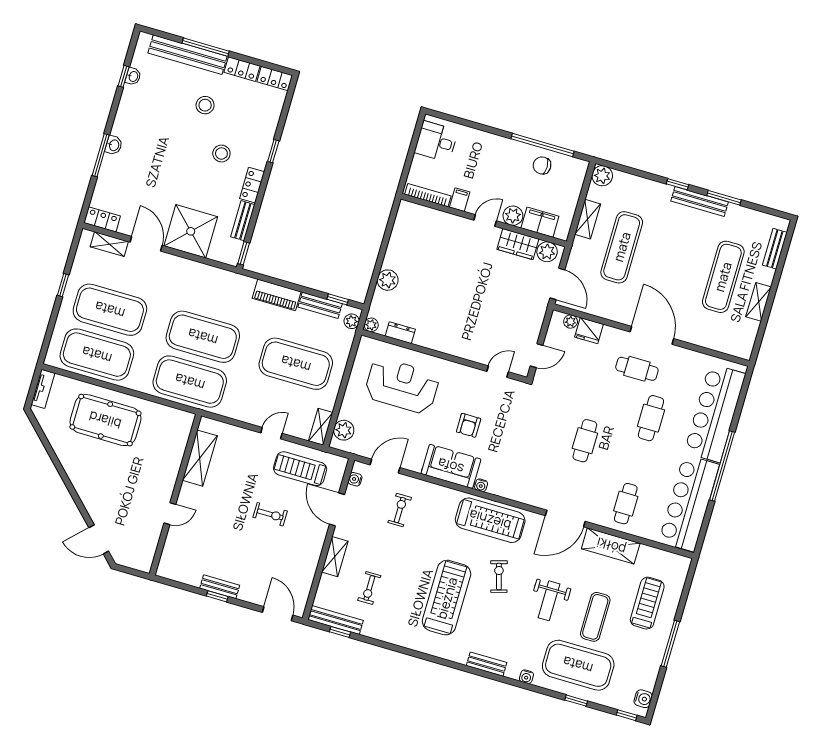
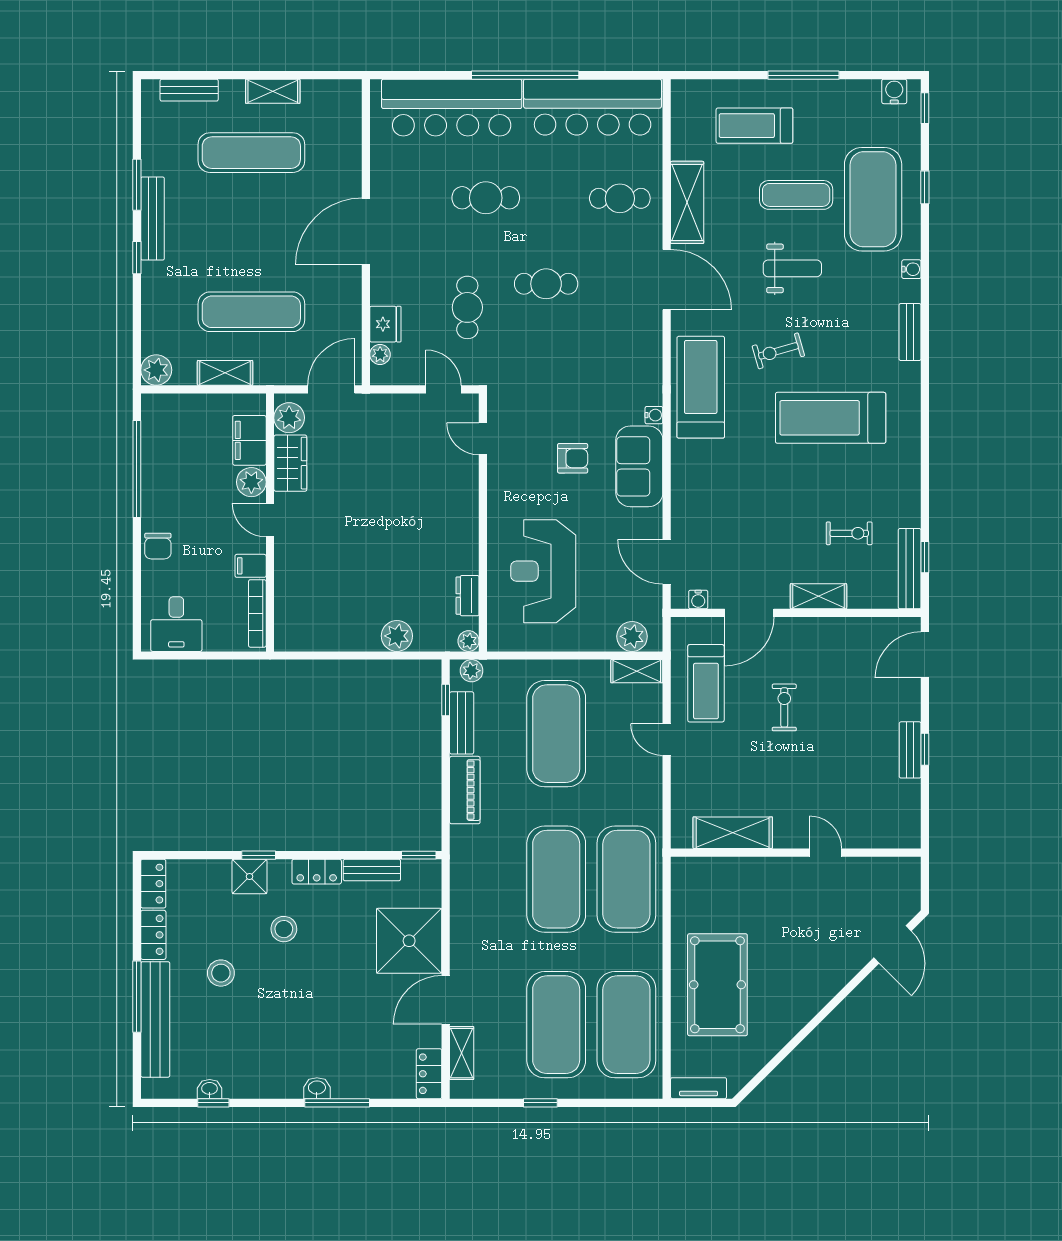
shower: (261, 141) -> (249, 876), added
chair: (542, 165) -> (158, 546), moved
cafe table: (637, 369) -> (467, 307), moved
exercise bike: (400, 510) -> (724, 522), removed

